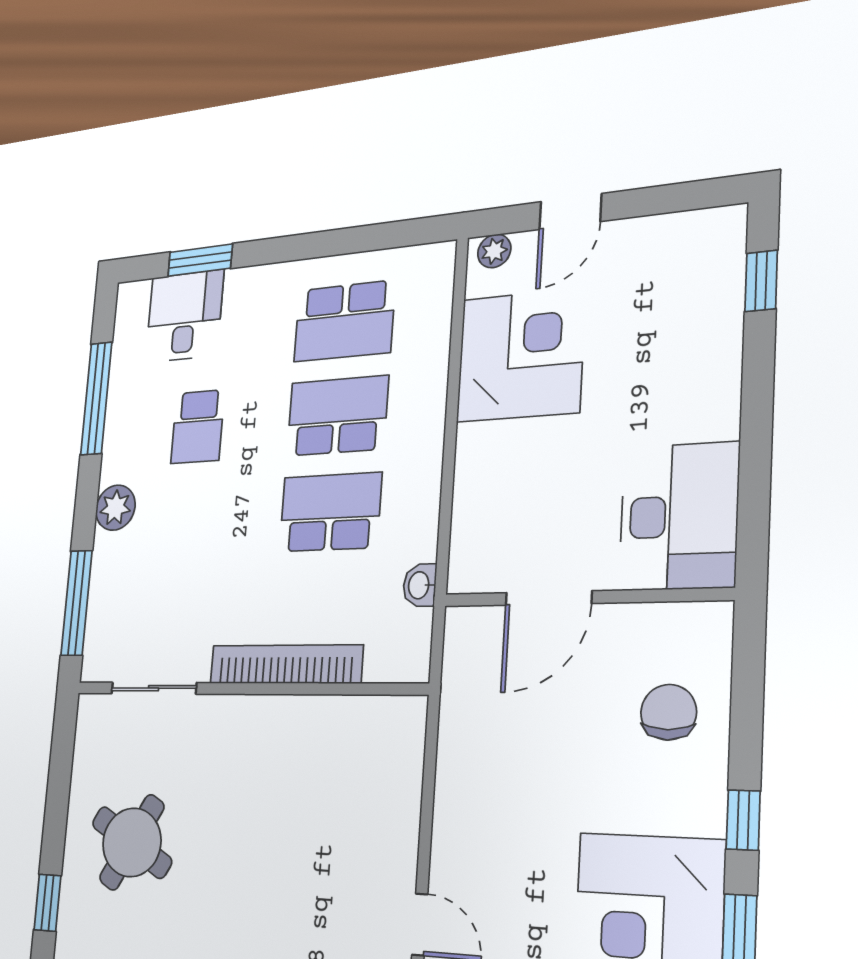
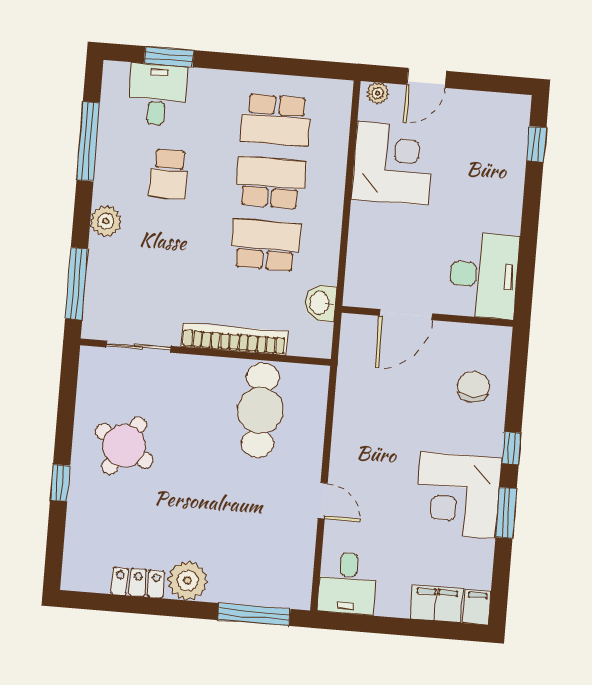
washbasin: (420, 585) -> (320, 303), width x1.38, depth x1.45
cafe table: (323, 776) -> (260, 410), added

